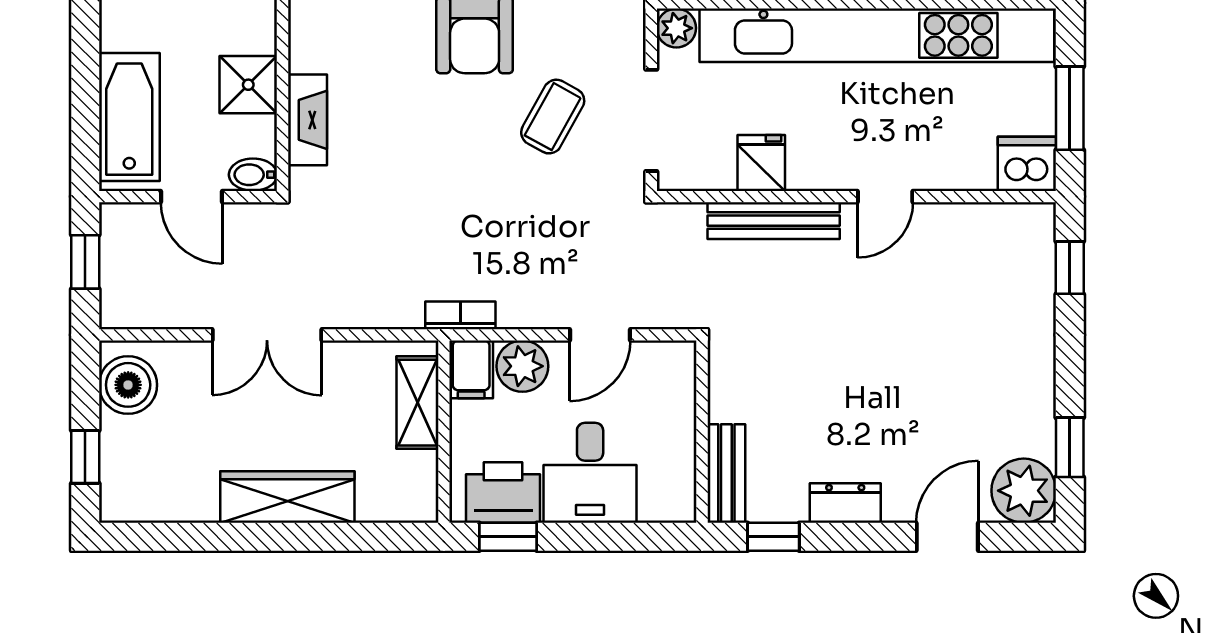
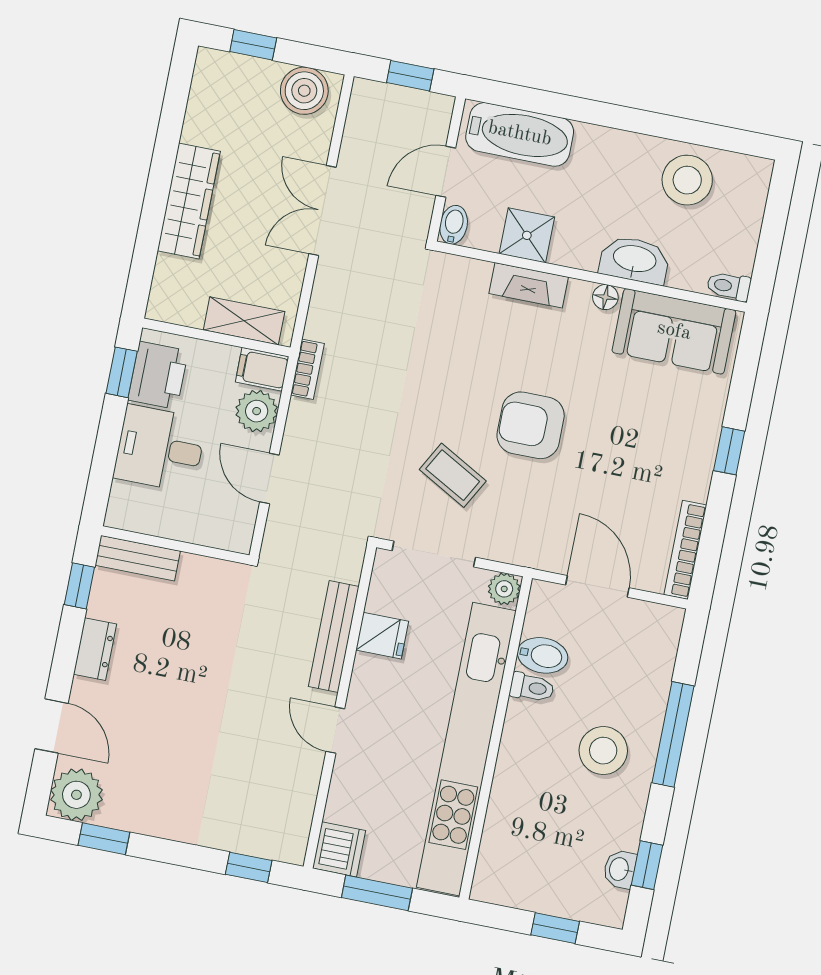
fireplace: (308, 120) -> (529, 285), moved

